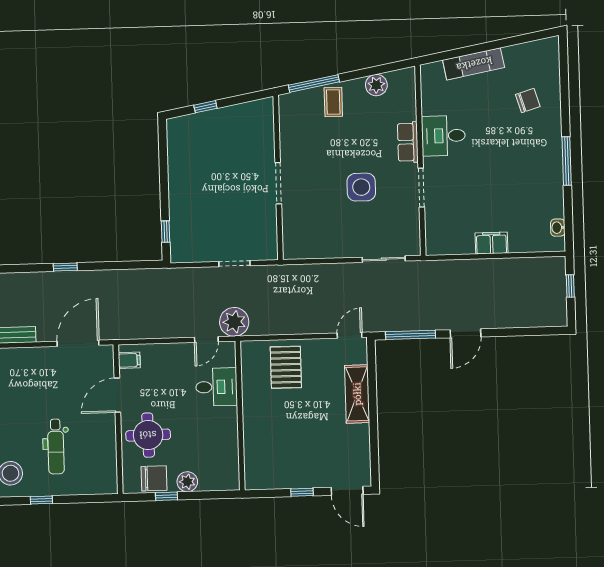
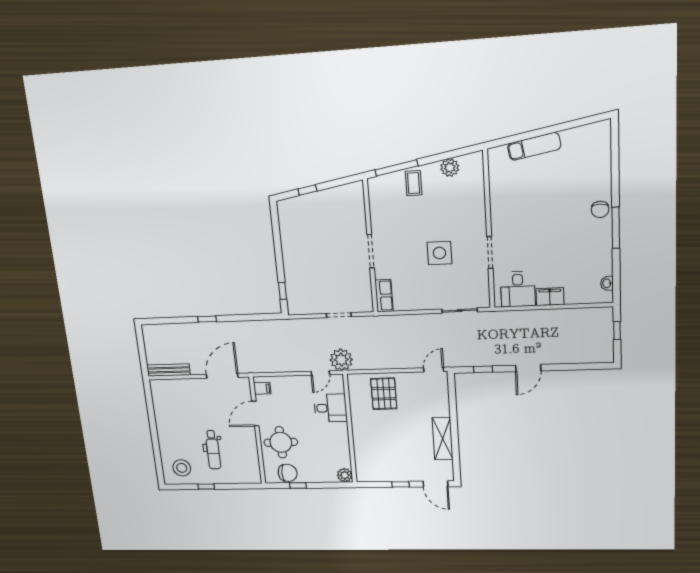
chair: (528, 100) -> (600, 209), moved, turned 107
desk: (443, 136) -> (518, 289), moved, turned -90
row of seats: (408, 142) -> (384, 296), moved, turned 180
window: (411, 335) -> (483, 369), width x0.46
shelving: (357, 394) -> (443, 439), moved
plant: (187, 482) -> (345, 475), moved

